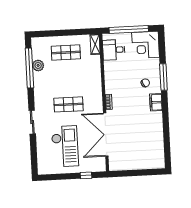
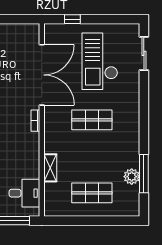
shelving: (95, 44) -> (50, 168), moved
window: (29, 68) -> (144, 174), width x0.68
sliding door: (32, 122) -> (144, 53), moved

